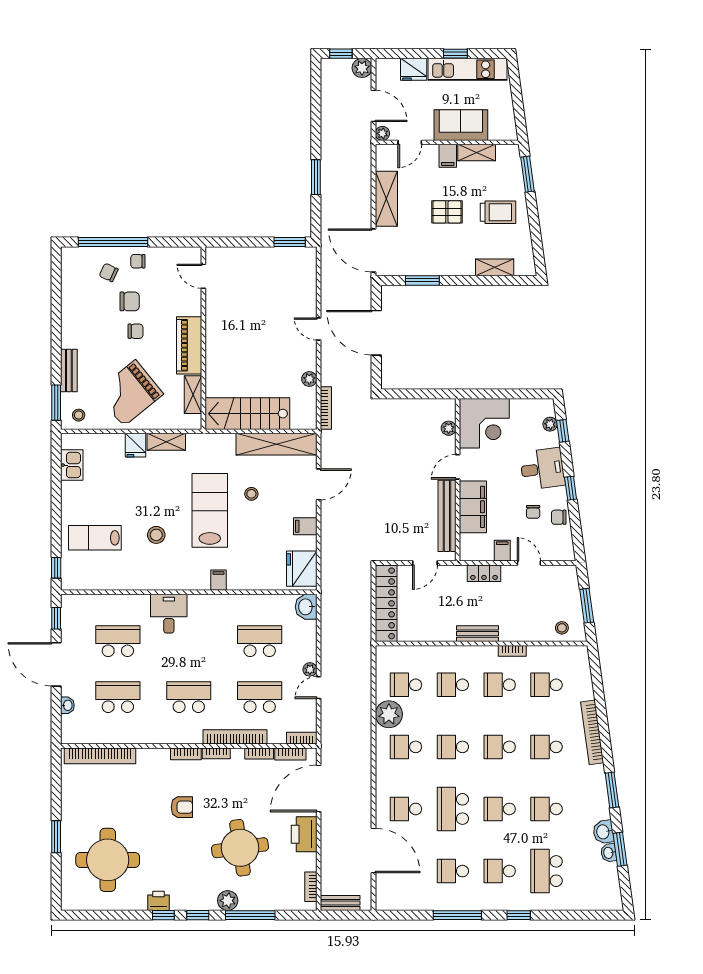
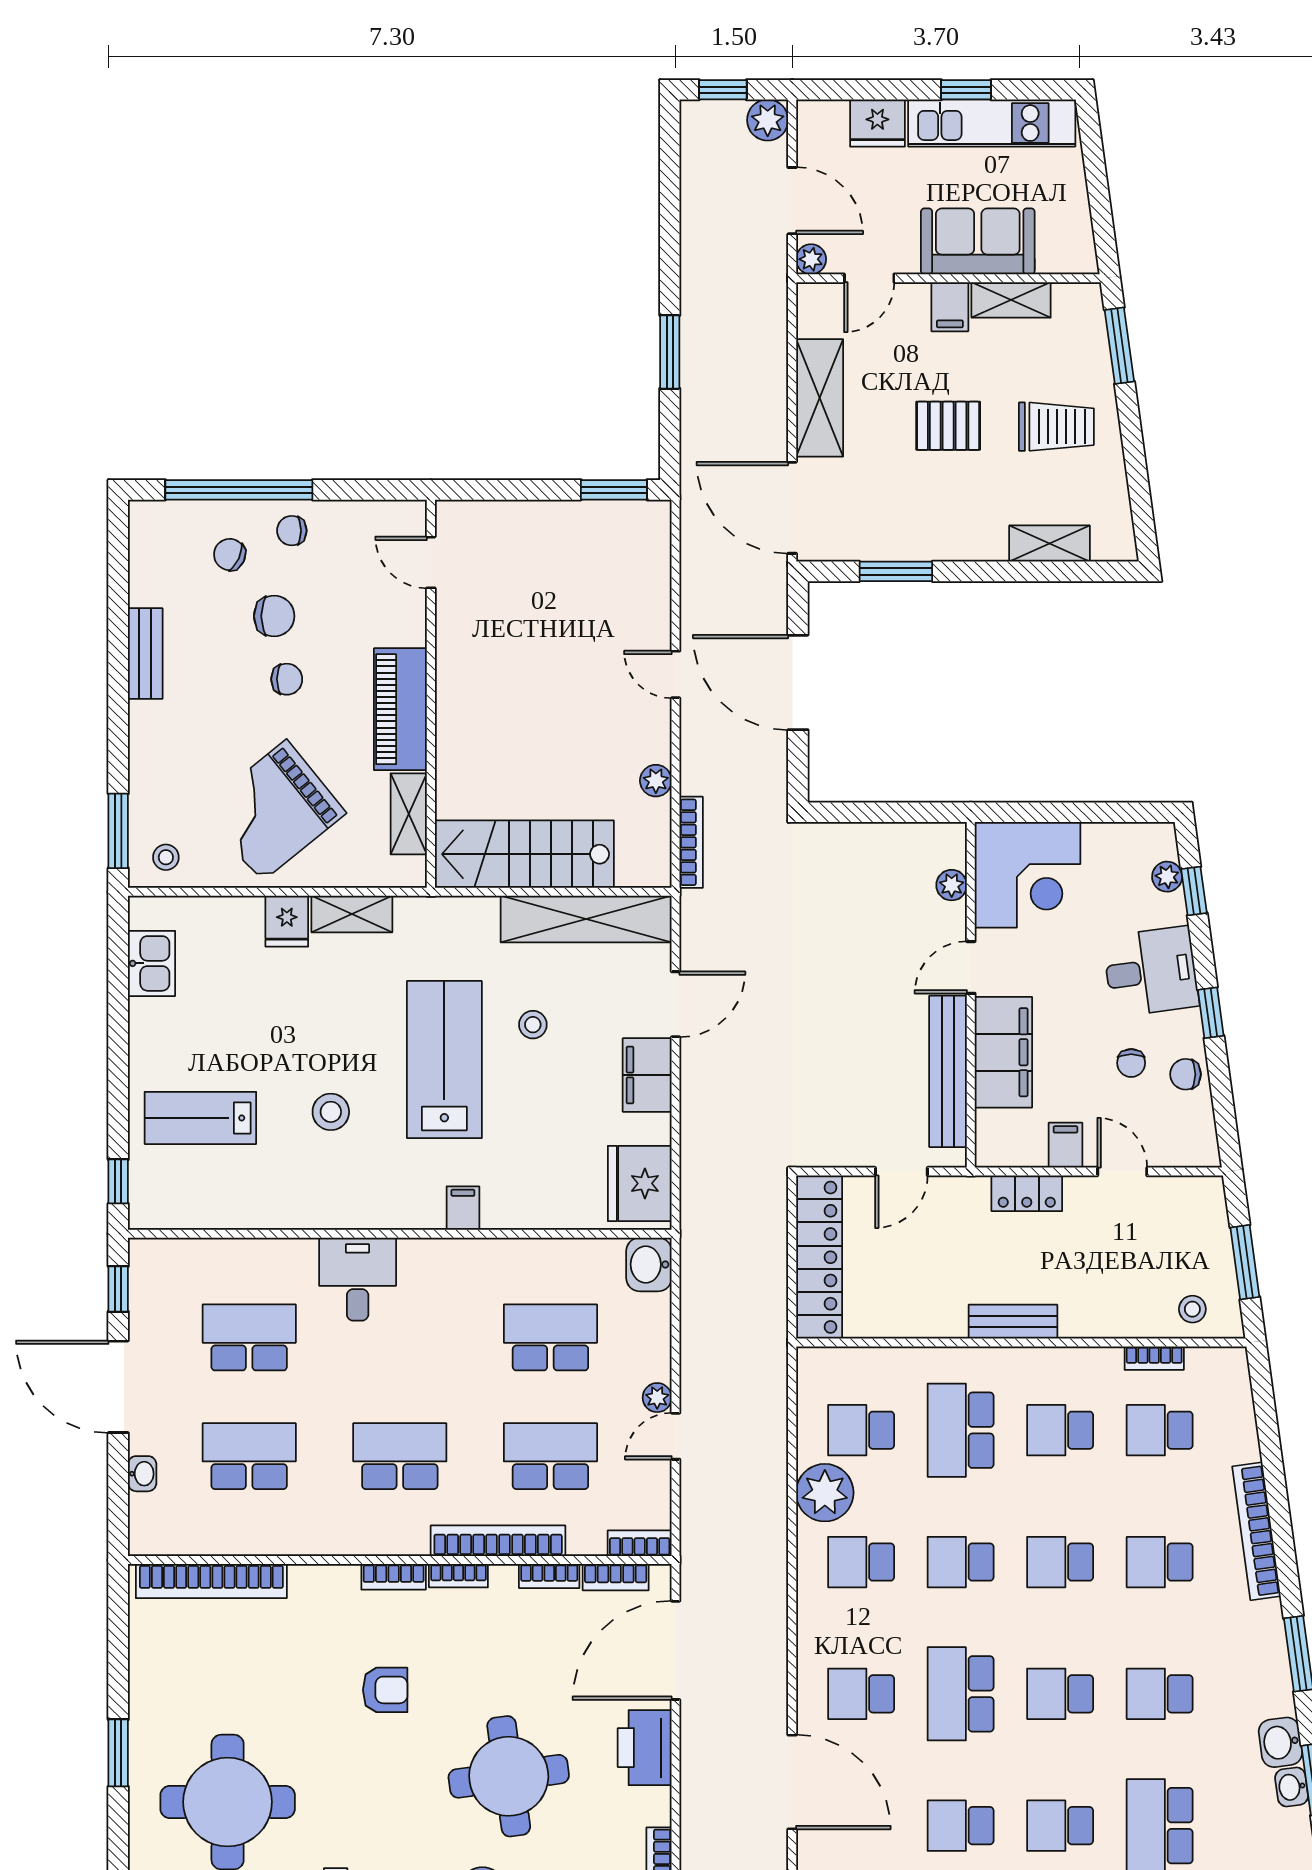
bench: (69, 371) -> (145, 654), moved
filing cabinet: (305, 526) -> (647, 1075), width x2.00
bookcase: (512, 651) -> (1154, 1358), moved
school desk: (453, 685) -> (961, 1430), width x1.85

